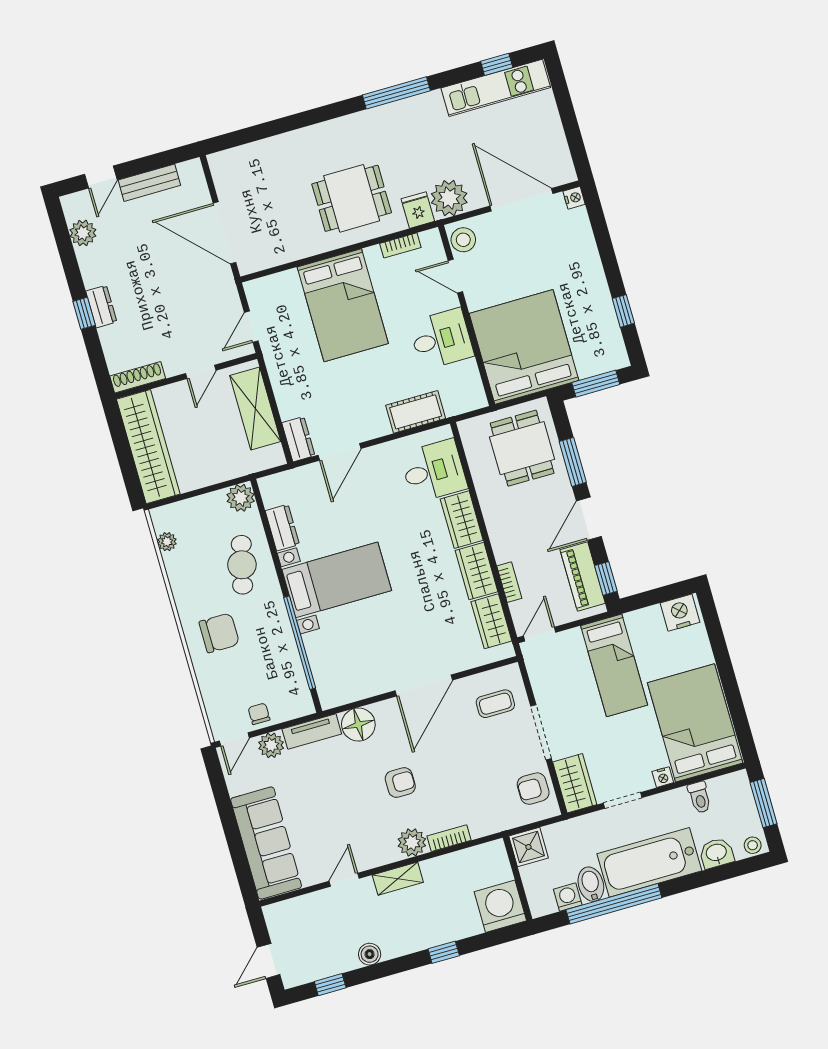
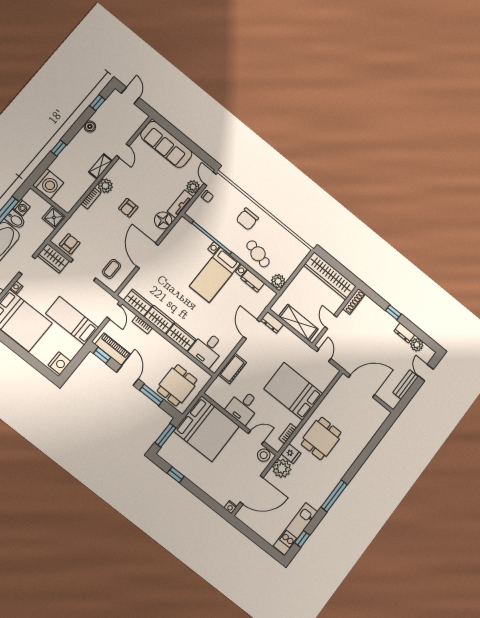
dresser: (101, 306) -> (404, 333), moved
dining table: (522, 448) -> (177, 385), turned 90
plant: (167, 542) -> (295, 242), removed

